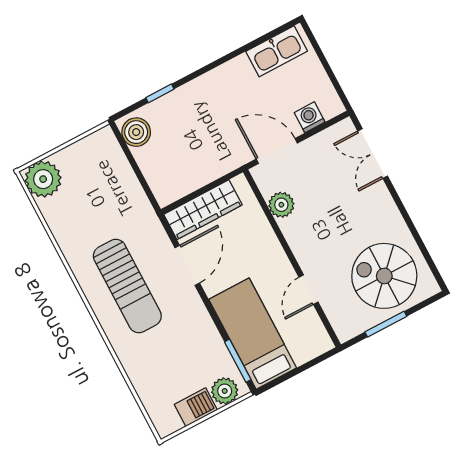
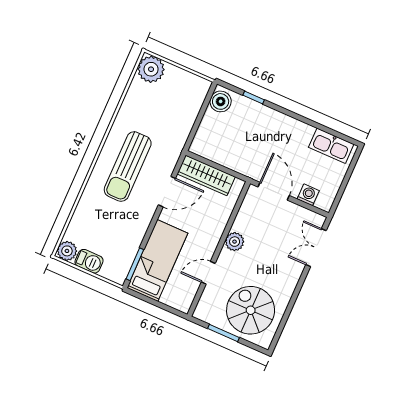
plant: (281, 205) -> (235, 242), moved
plant: (225, 391) -> (67, 251), moved

